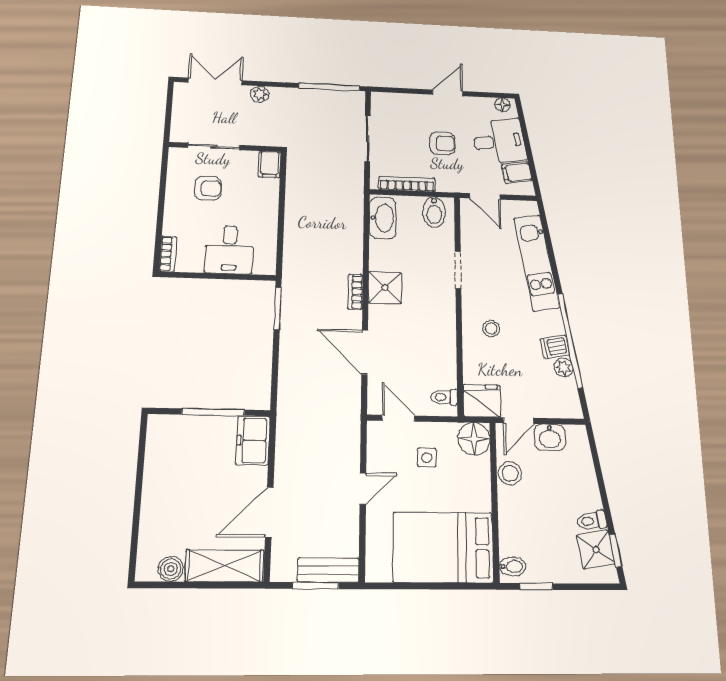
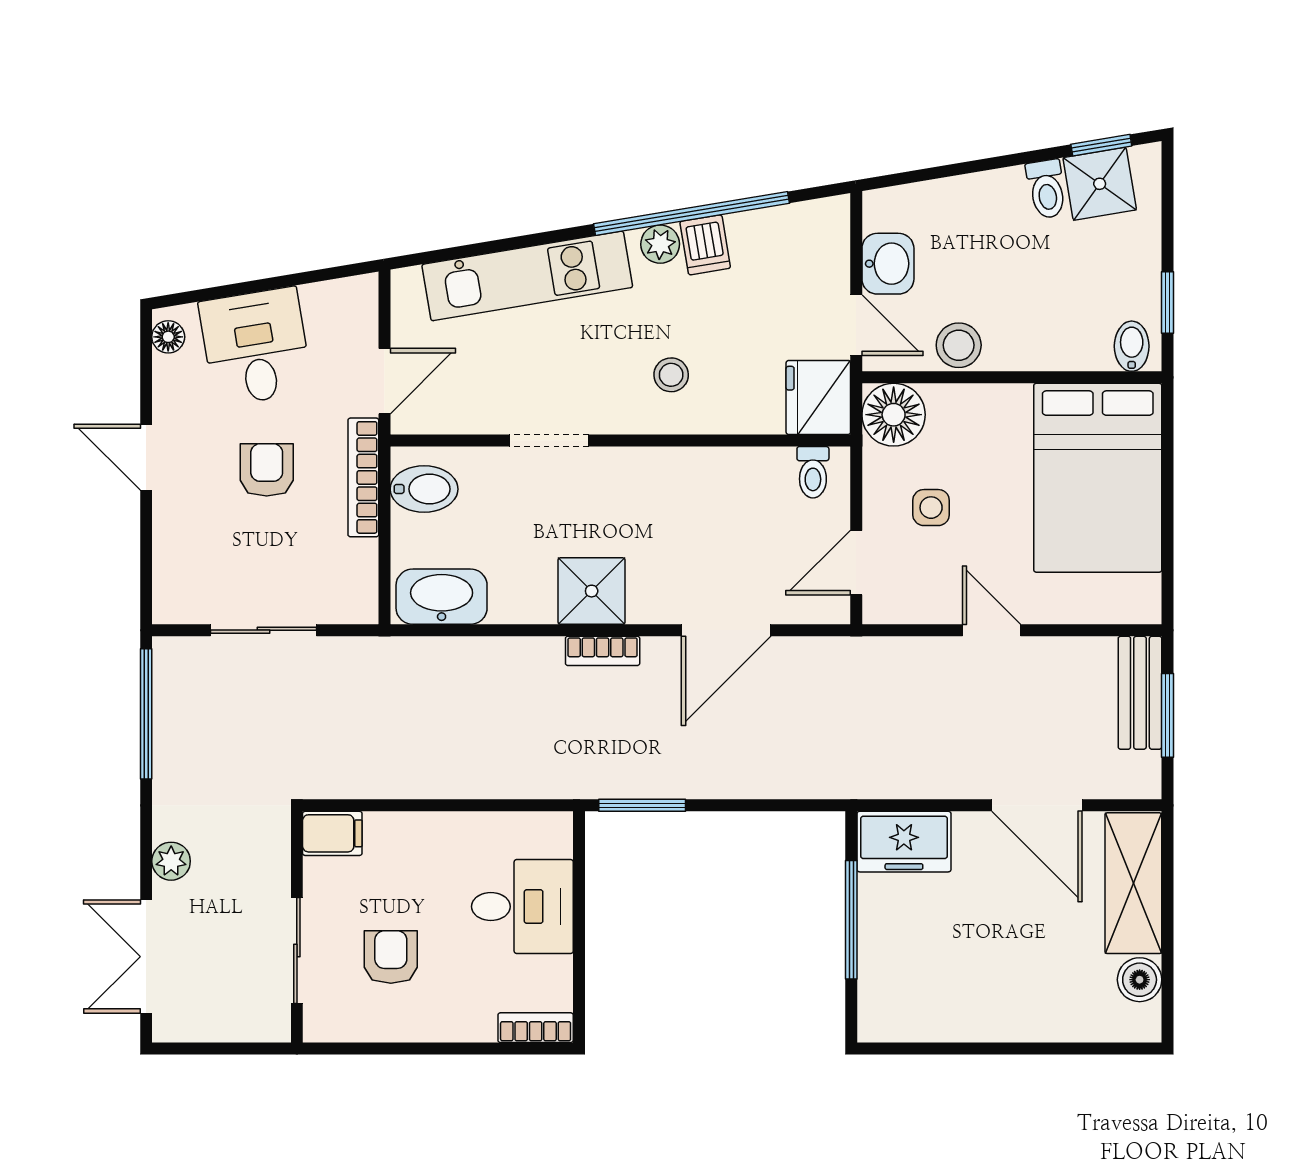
filing cabinet: (517, 173) -> (327, 311), removed
bookcase: (407, 184) -> (363, 477), moved
plant: (563, 368) -> (660, 244), moved

